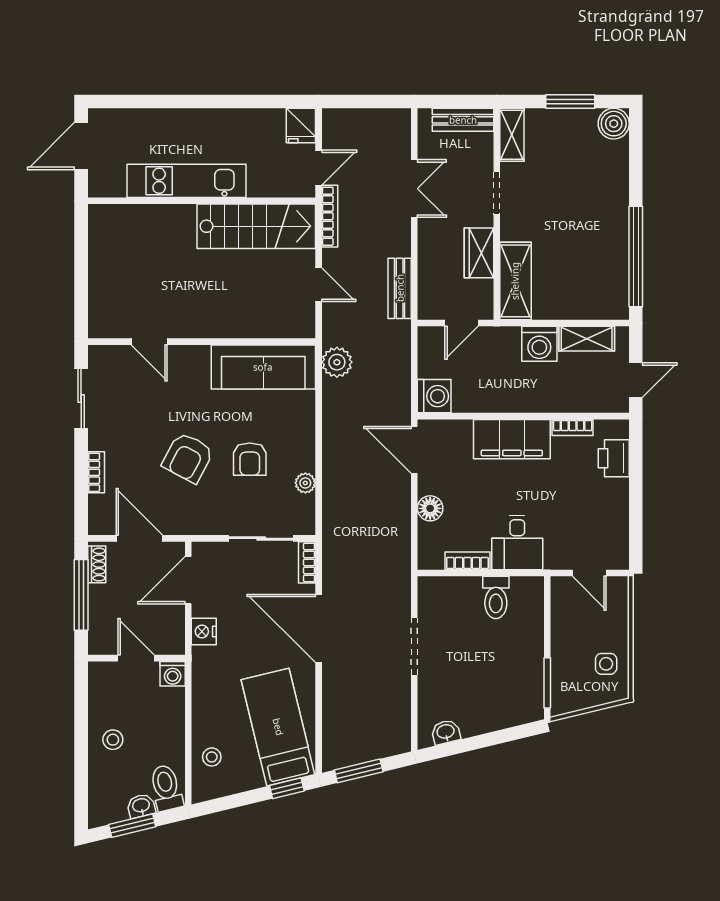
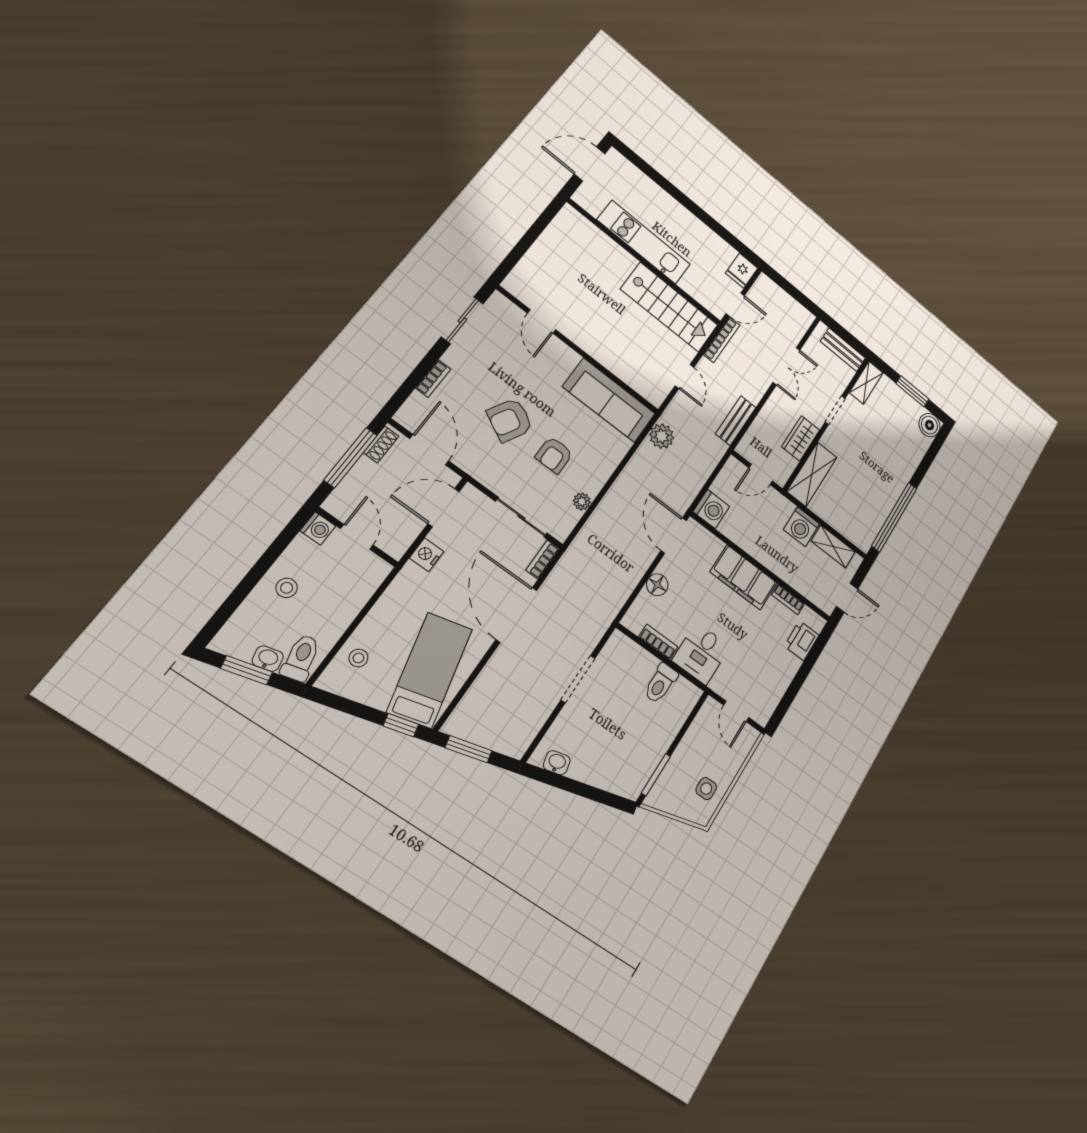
washing machine: (173, 674) -> (318, 528), moved, turned -90

